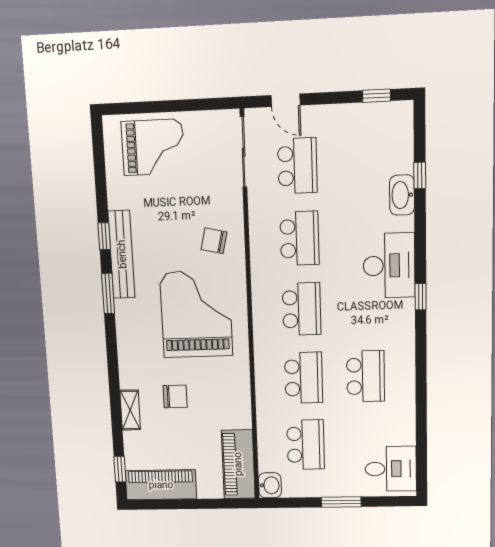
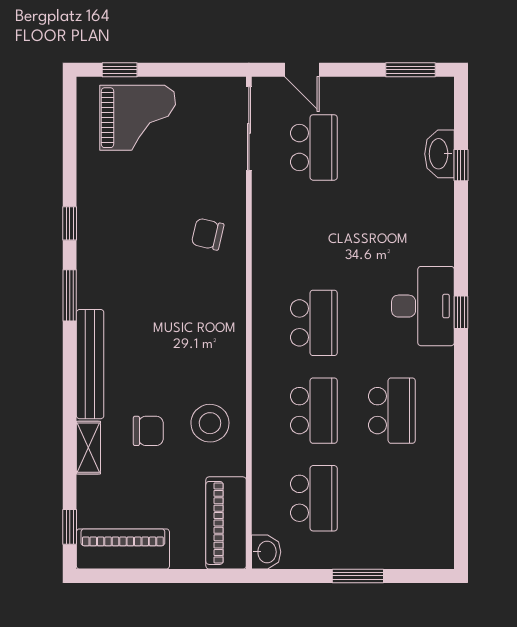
window: (377, 96) -> (411, 70), width x1.50
window: (136, 108) -> (120, 70), added
washbasin: (402, 195) -> (439, 154), moved
school desk: (300, 238) -> (314, 235), removed
bench: (122, 254) -> (90, 364), moved
desk: (389, 266) -> (423, 306), moved
grand piano: (196, 314) -> (181, 325), removed
stool: (223, 389) -> (210, 423), added
desk: (391, 469) -> (422, 532), removed

